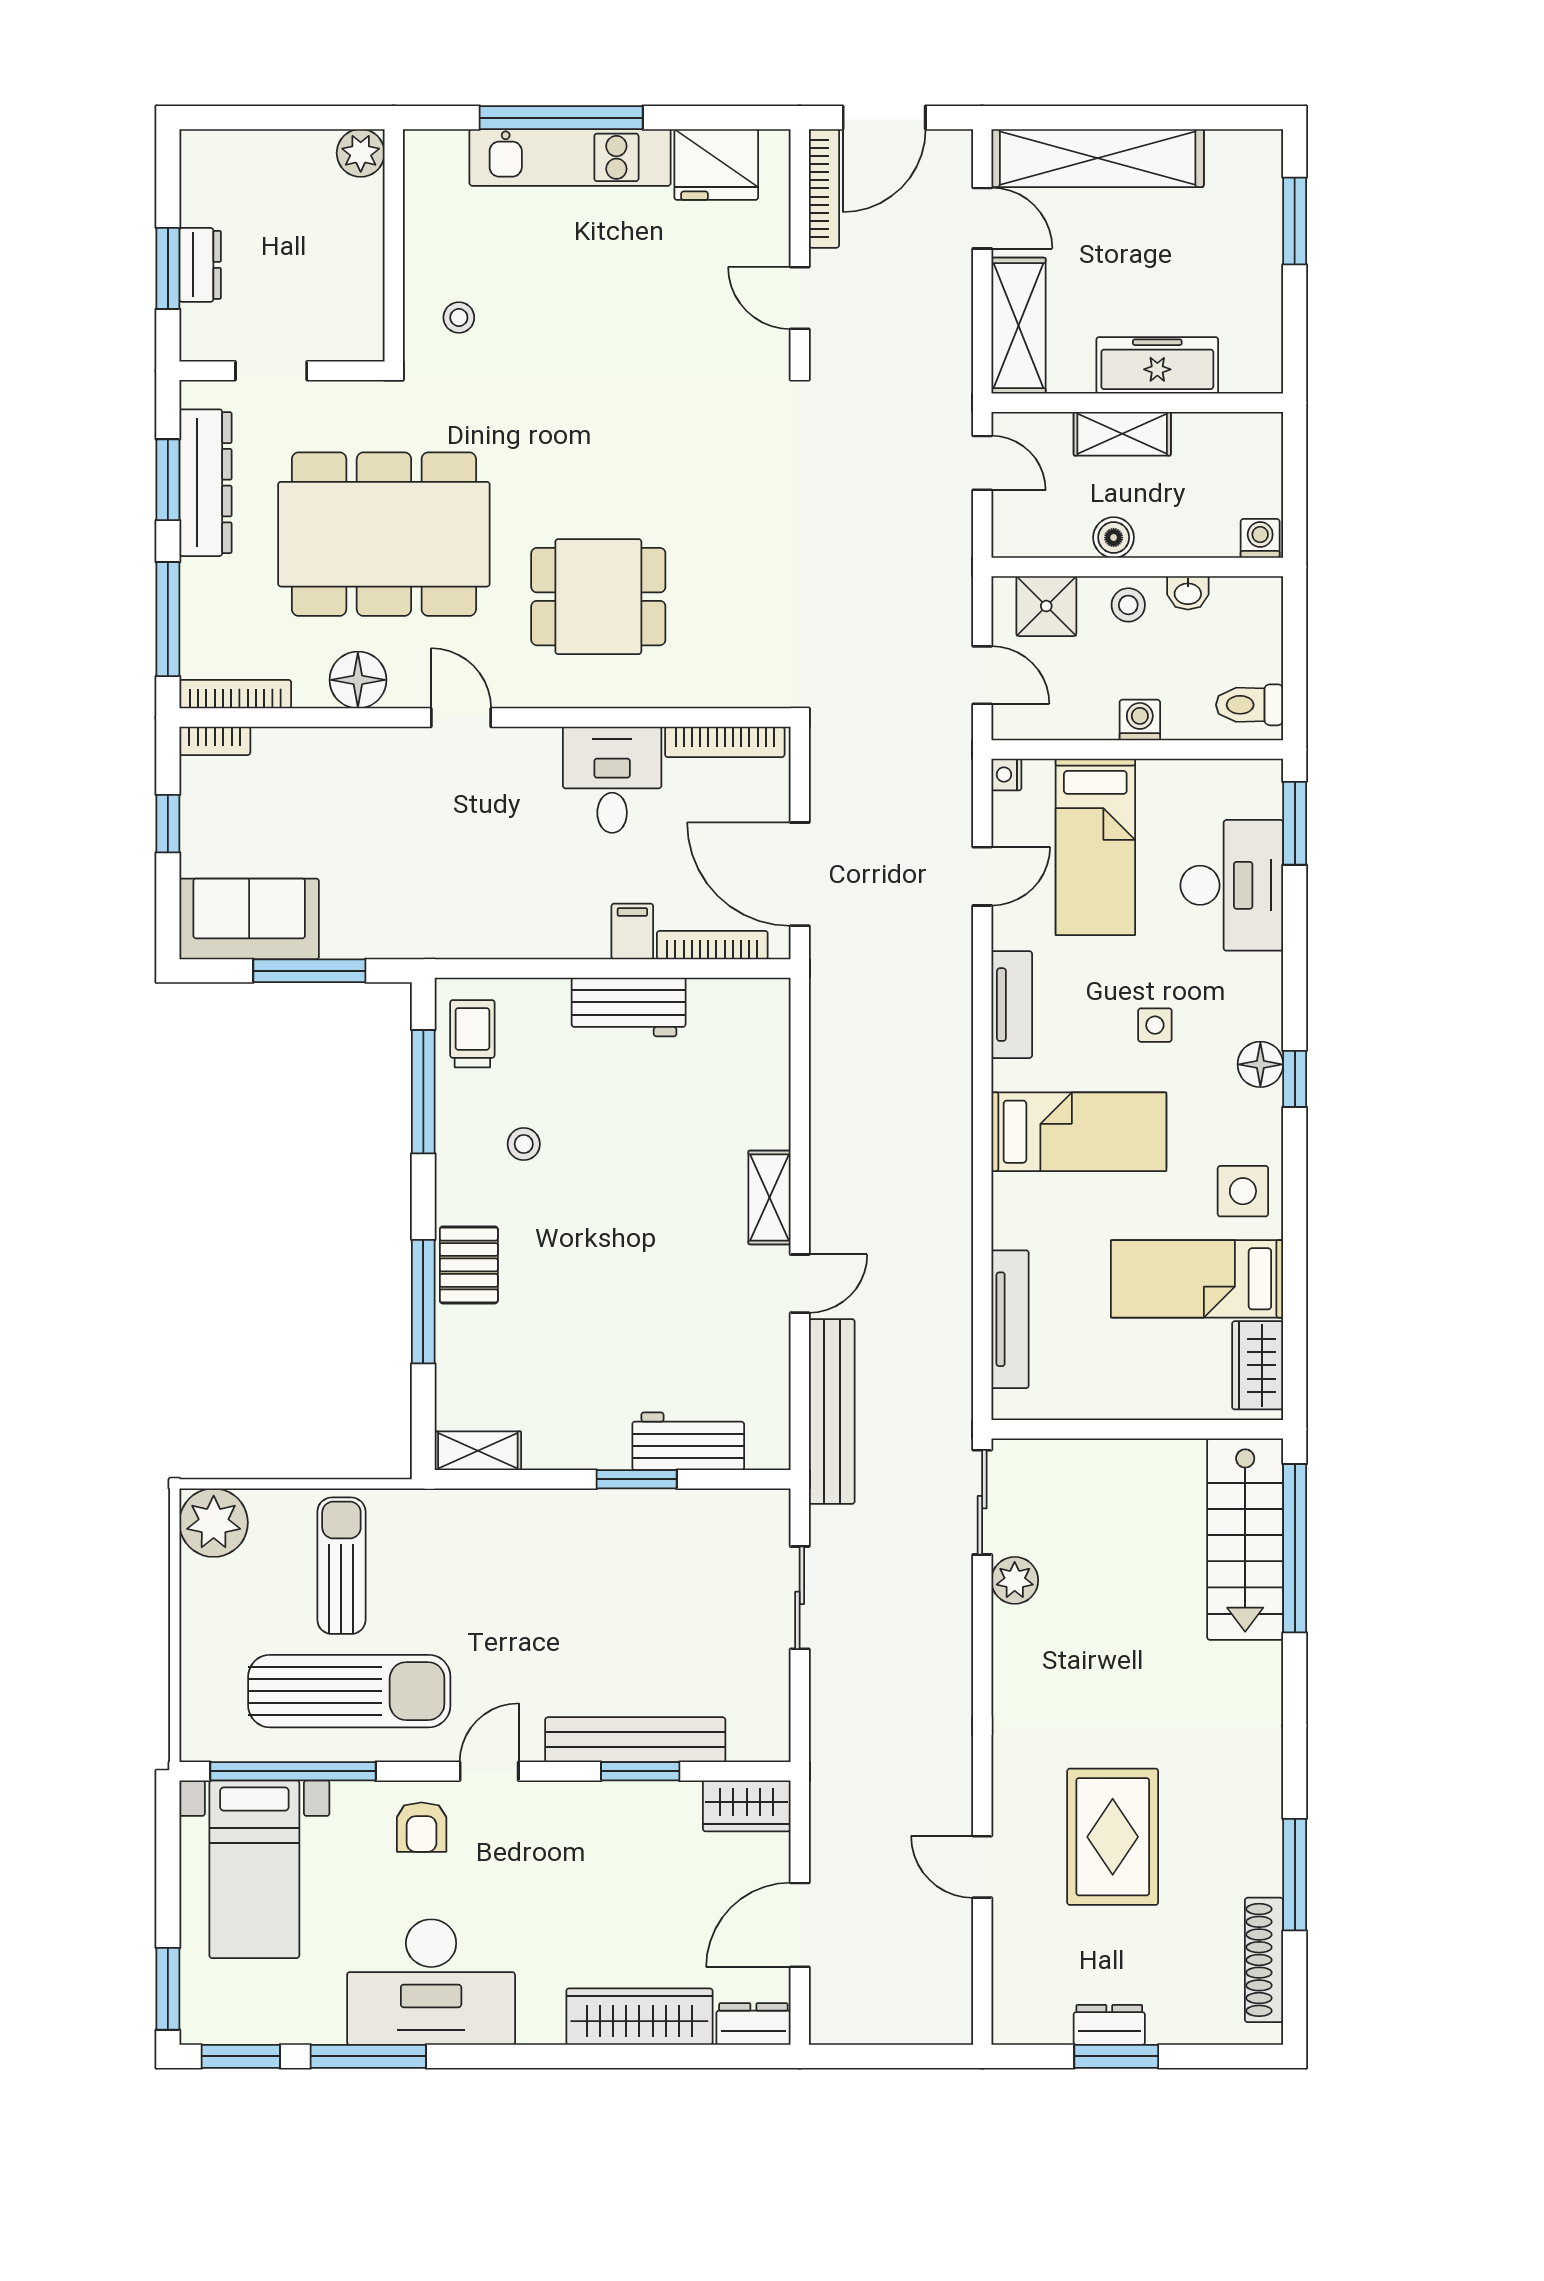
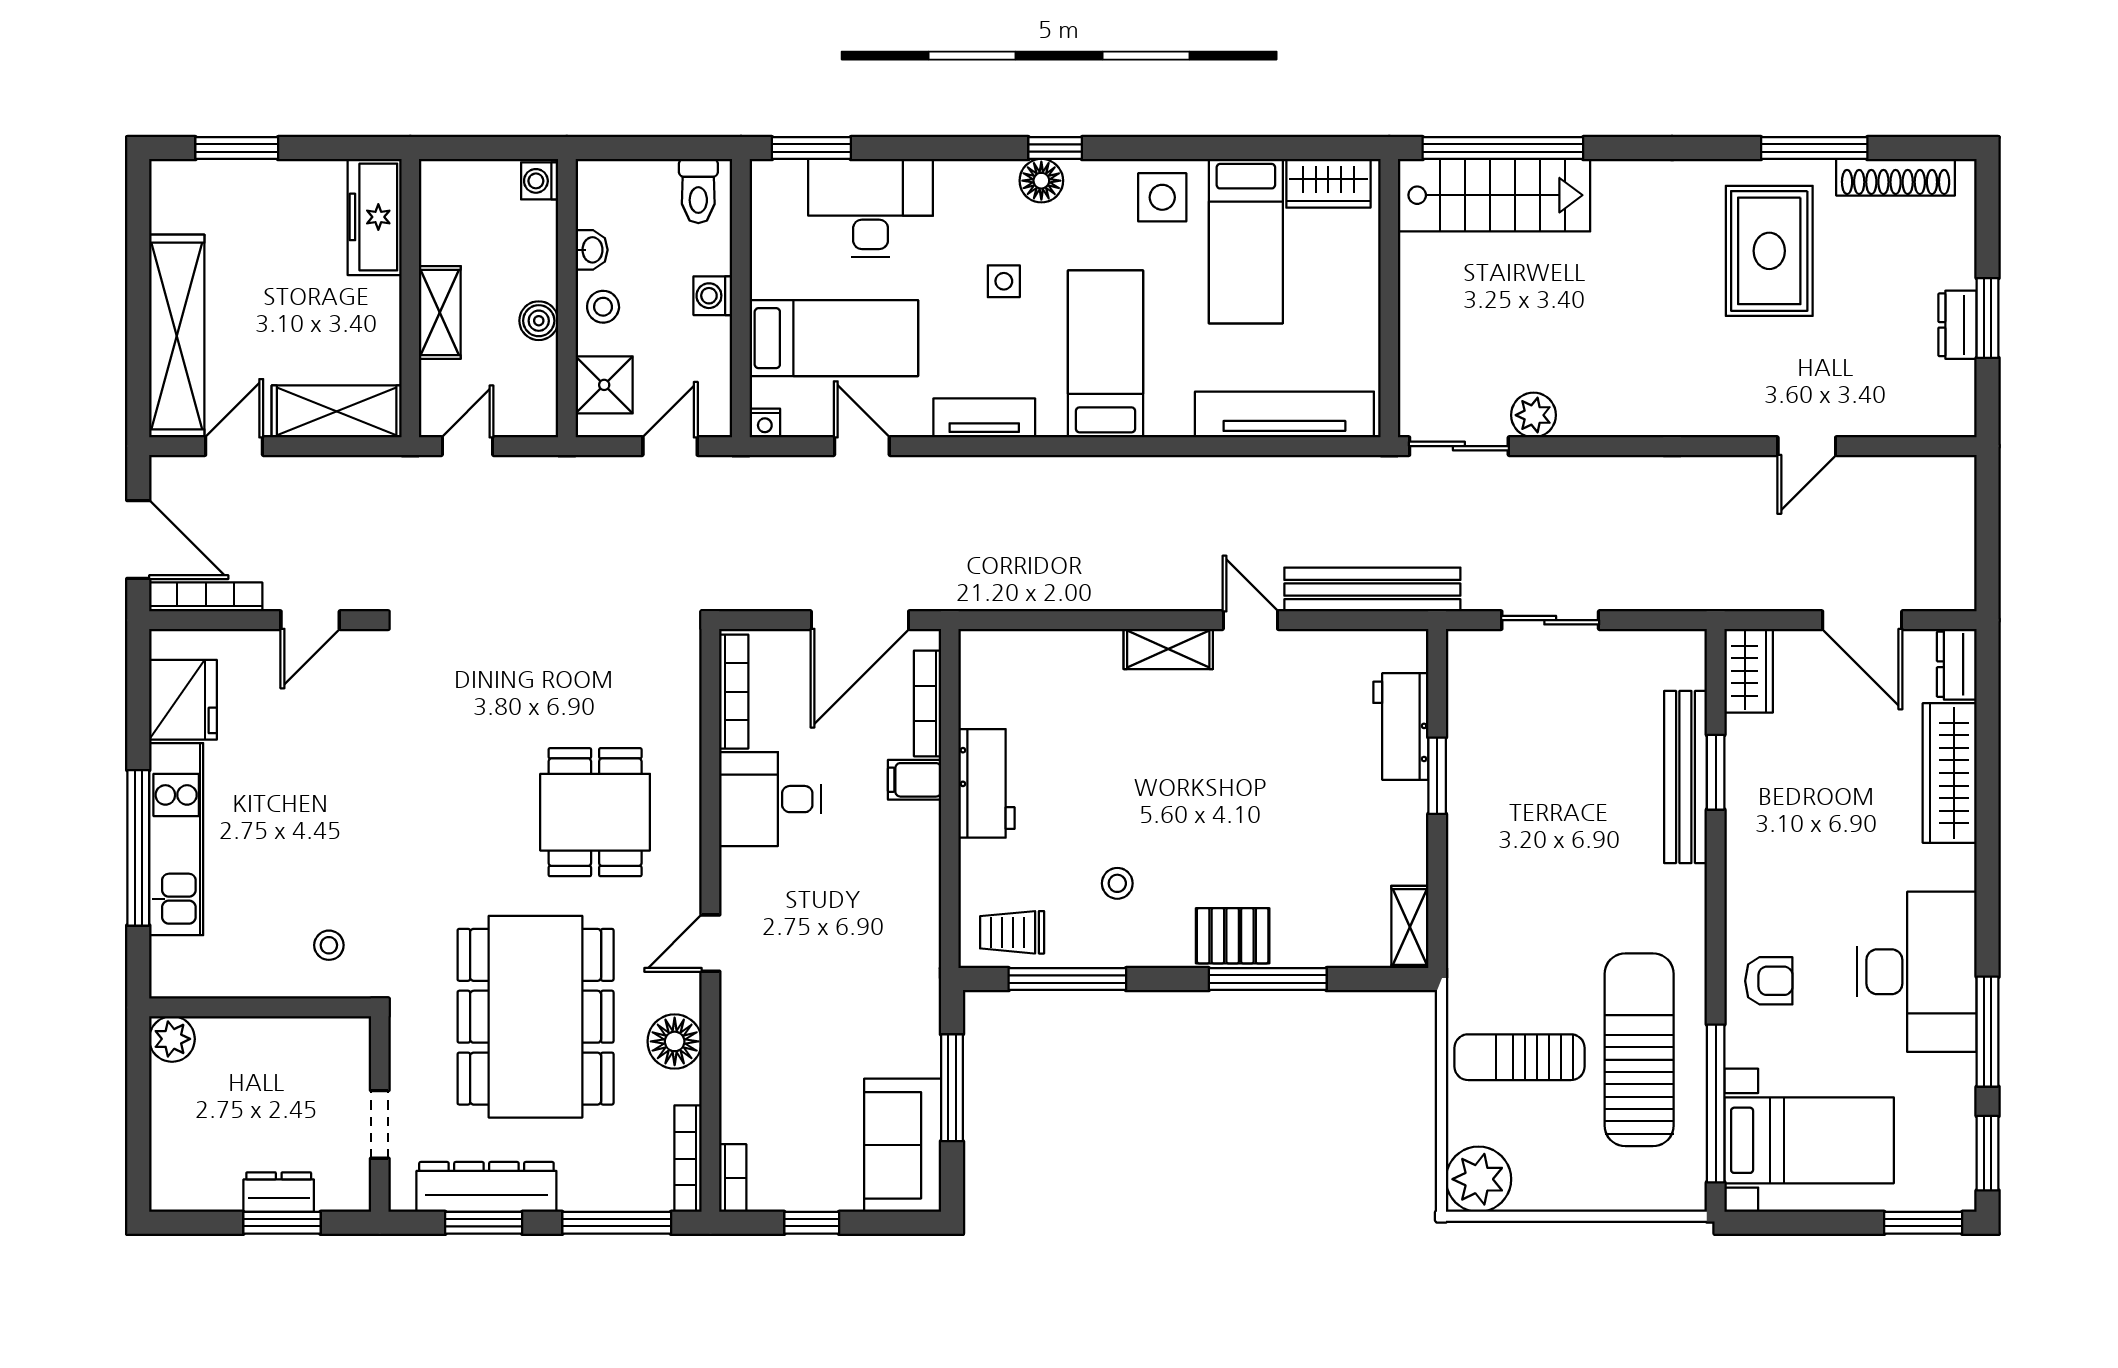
freezer: (1157, 365) -> (375, 217), moved
tv unit: (1010, 1319) -> (1284, 414), width x1.36, depth x1.29
door: (489, 1771) -> (1716, 916), removed
rug: (1113, 1837) -> (1769, 251), moved, turned 90

